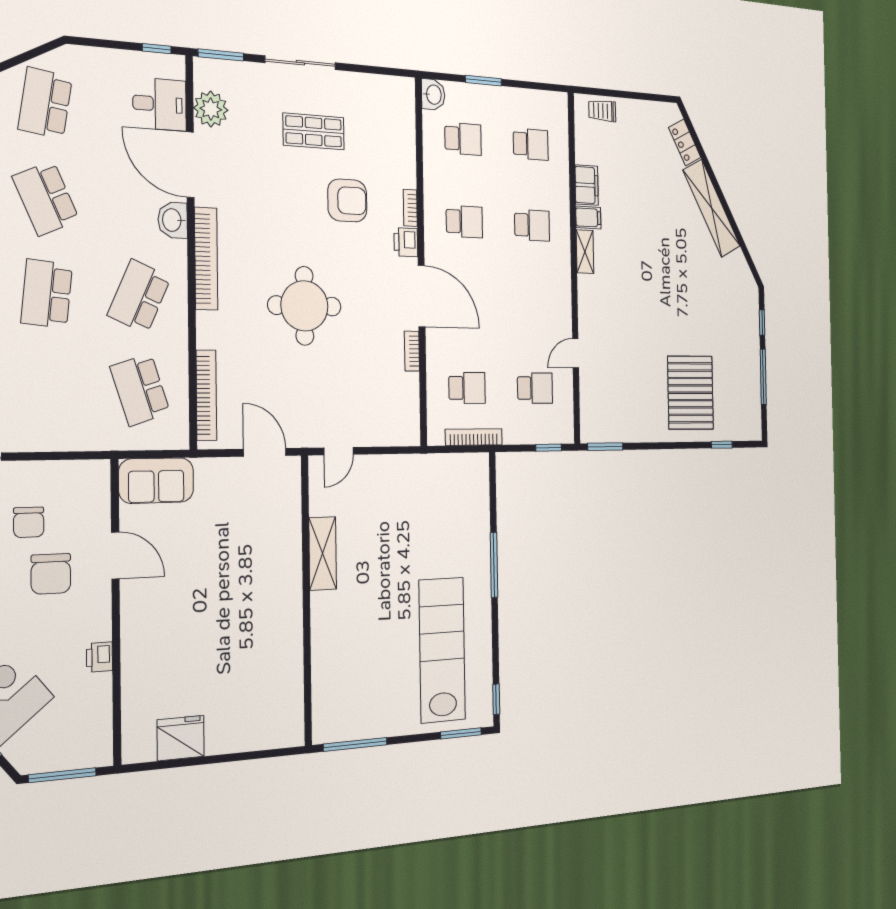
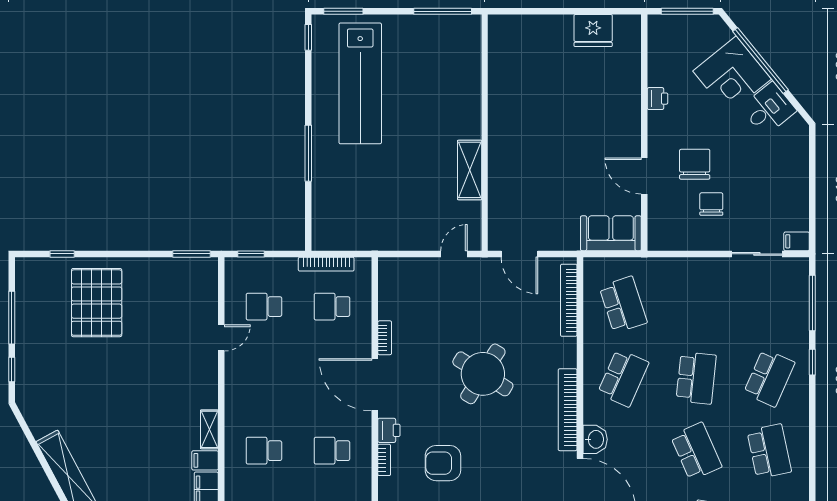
round table: (304, 306) -> (483, 374), turned 32

